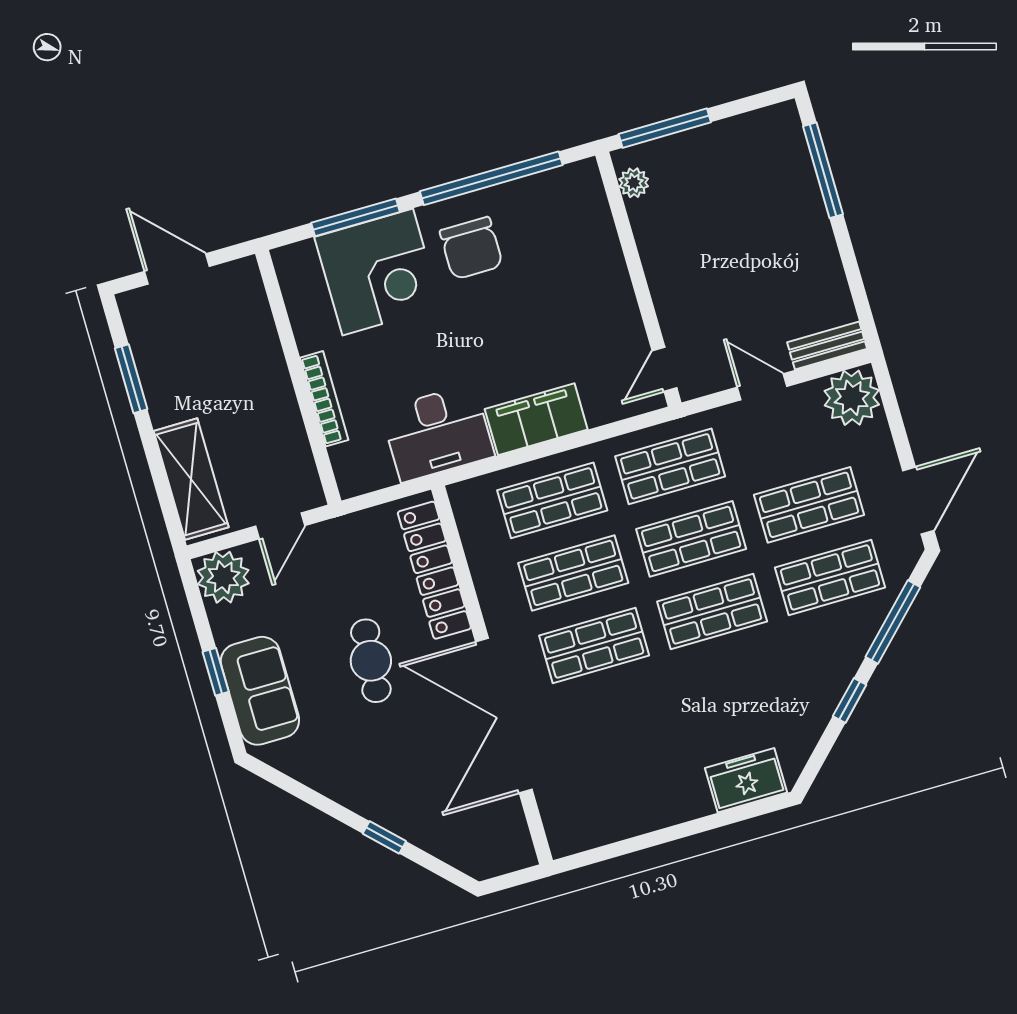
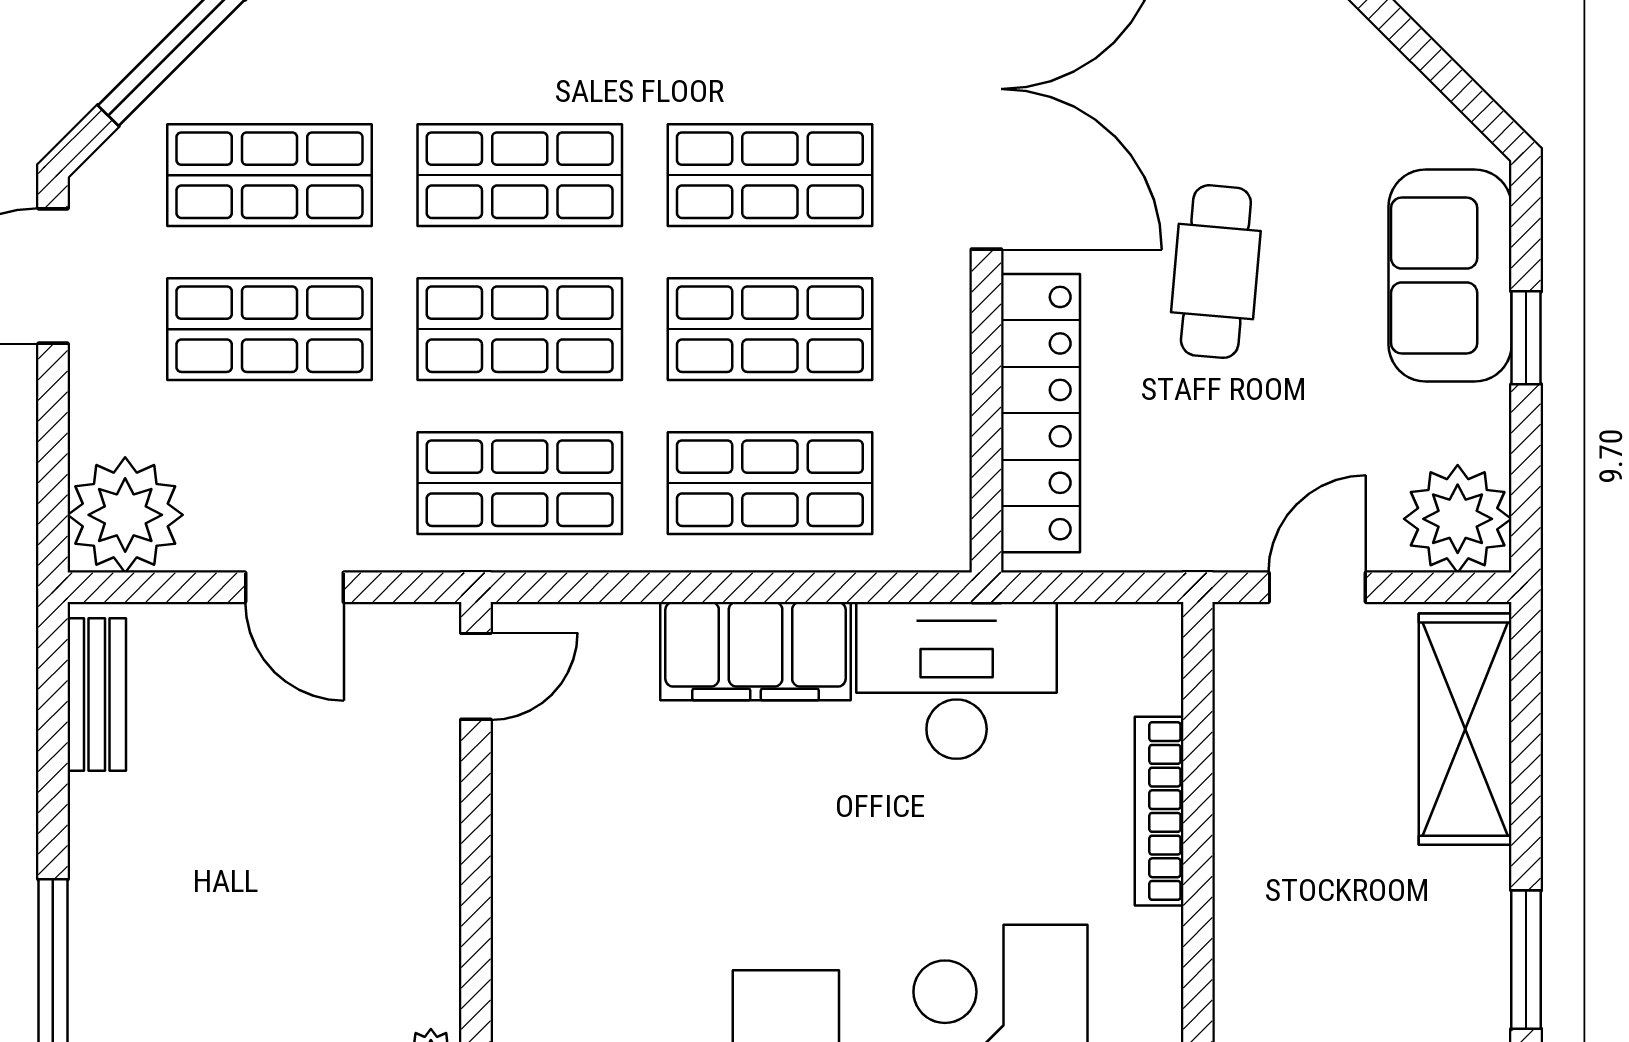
bench: (827, 346) -> (97, 695), moved, turned 90

